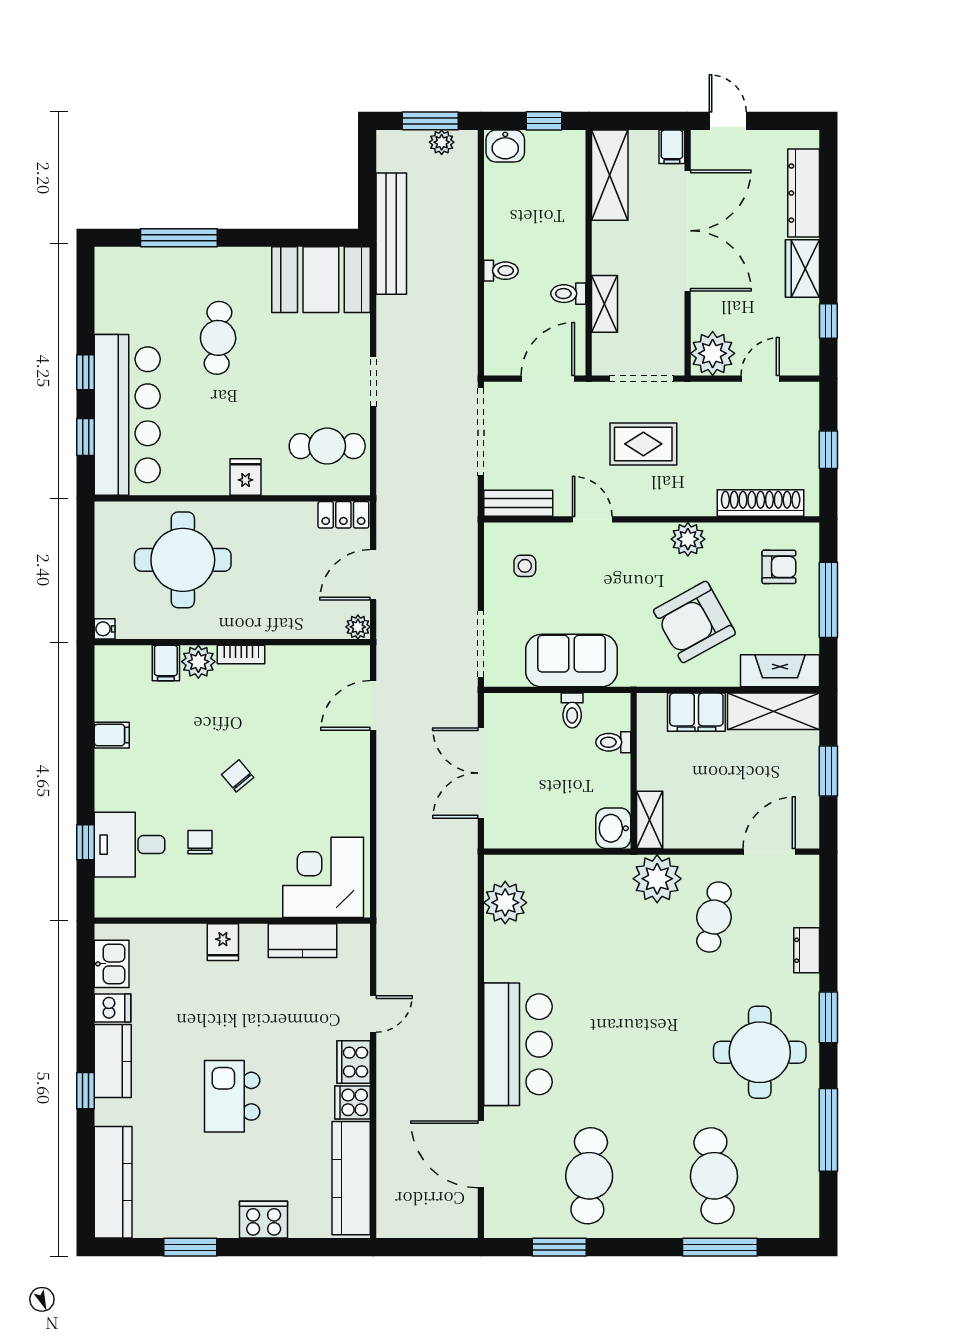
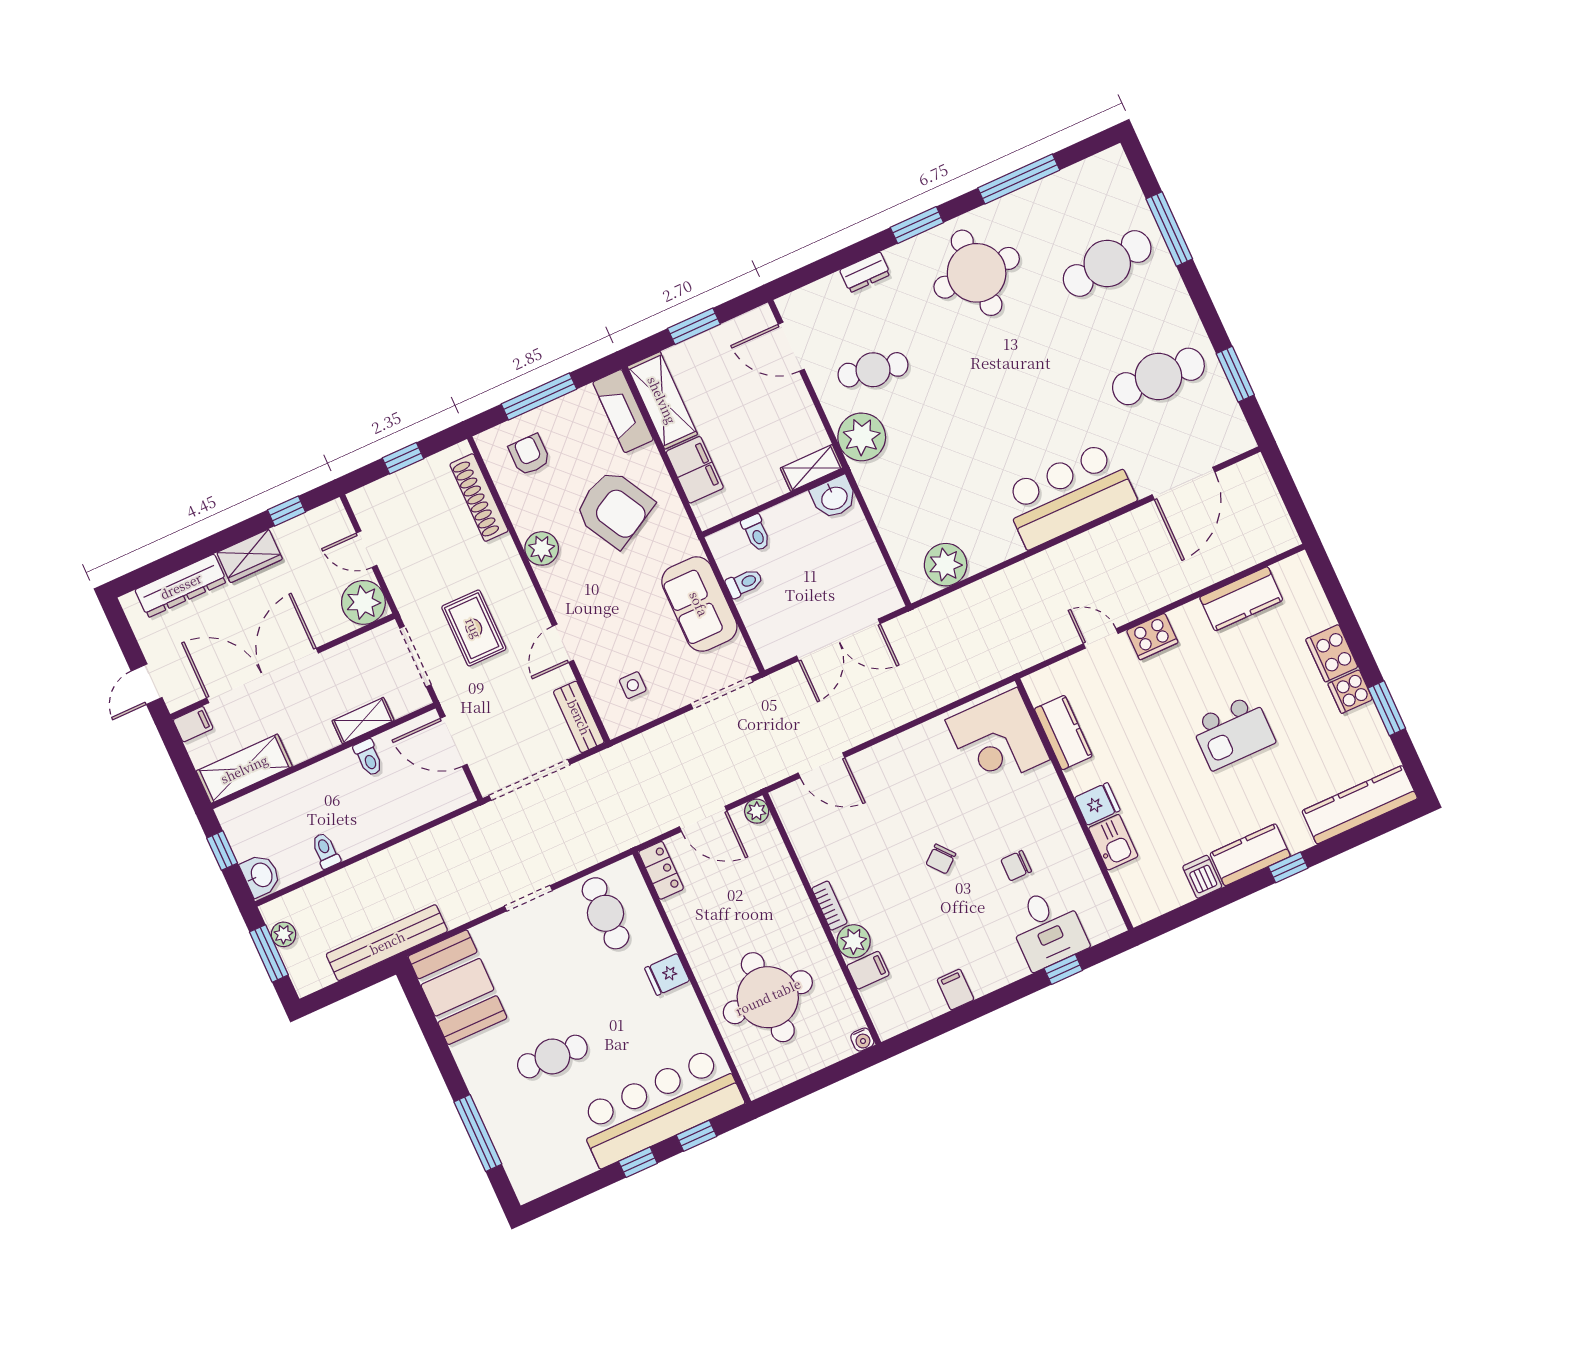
toilet: (501, 271) -> (326, 851), moved
kitchen sink: (112, 964) -> (1113, 842), moved, turned 90
cooker: (353, 1102) -> (1350, 692), moved, turned 90
kitchen counter: (351, 1178) -> (1241, 599), width x0.67

